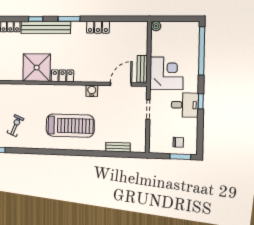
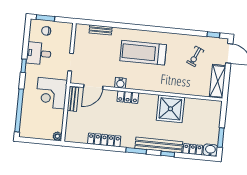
locker: (98, 27) -> (104, 140), width x1.53
locker: (62, 76) -> (128, 97), moved
desk: (185, 105) -> (39, 53), moved

